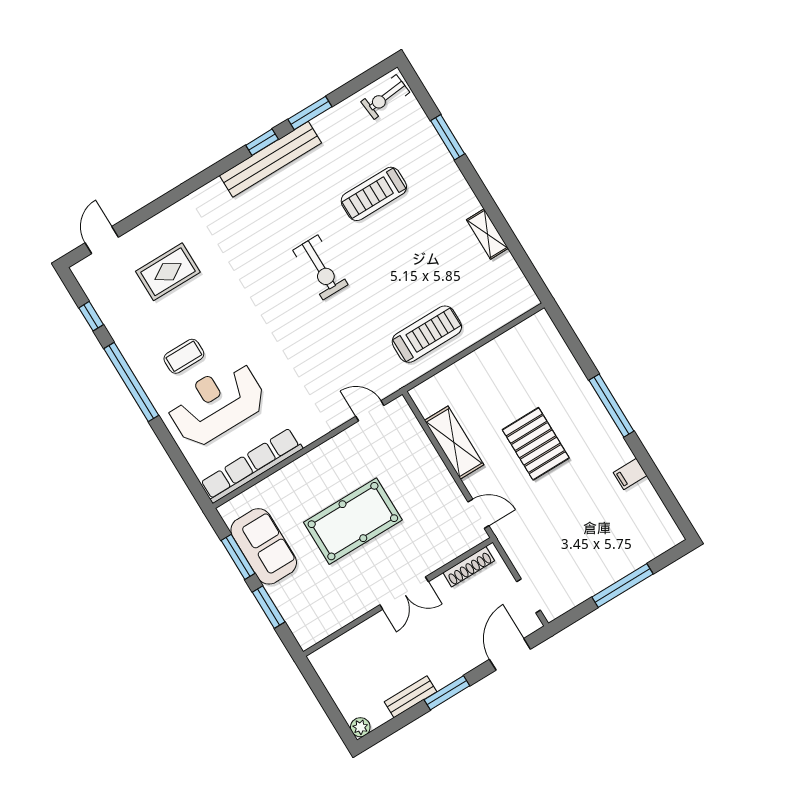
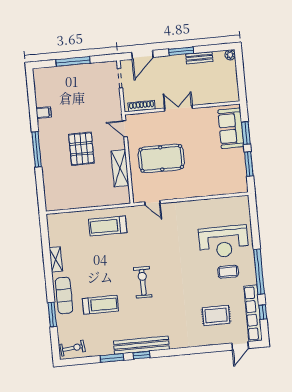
exercise mat: (443, 180) -> (64, 295), added
row of seats: (251, 466) -> (253, 313), moved, turned 90
pool table: (353, 521) -> (161, 158), moved
sofa: (264, 546) -> (231, 128), moved

